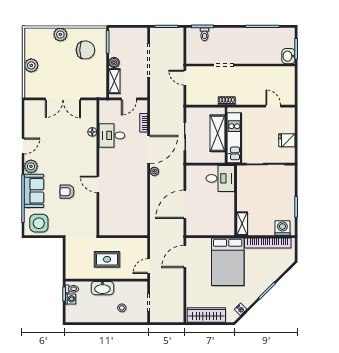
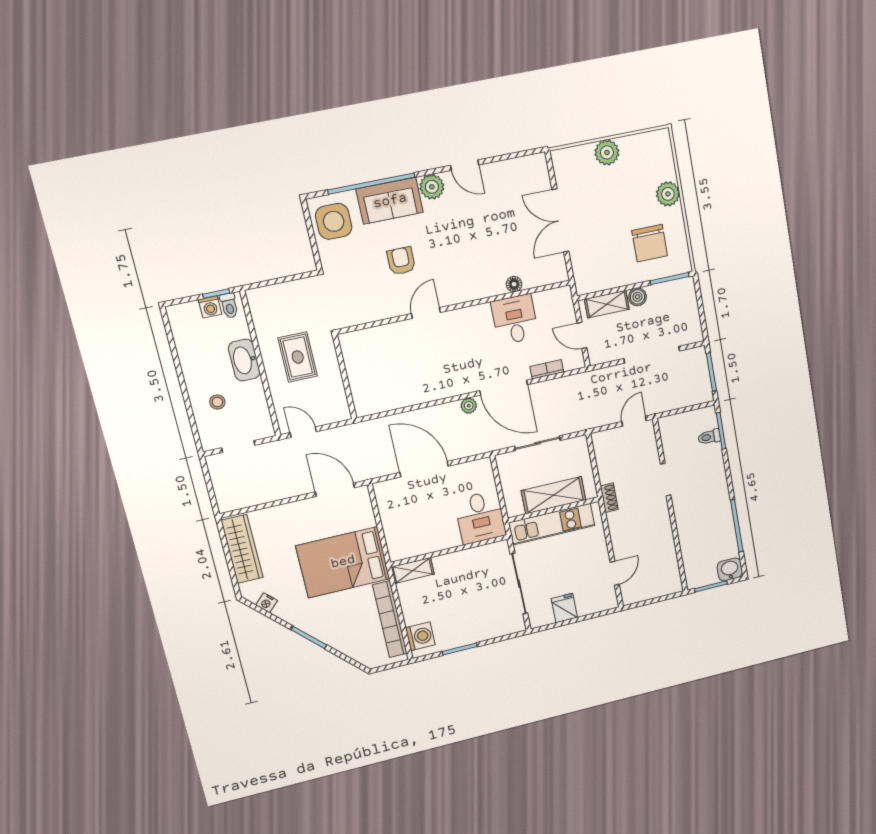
washbasin: (288, 56) -> (730, 569), moved

